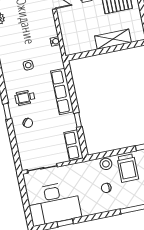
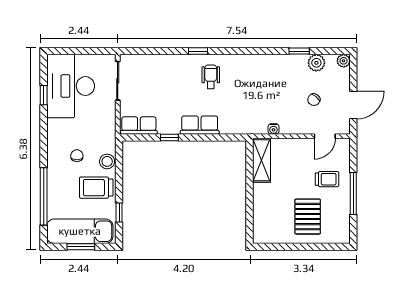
shelving: (113, 39) -> (261, 160), moved
side table: (28, 65) -> (251, 89), removed
row of seats: (62, 91) -> (200, 125), width x0.68
chair: (28, 123) -> (314, 100), moved

